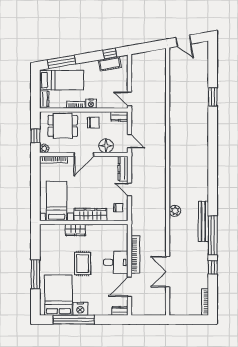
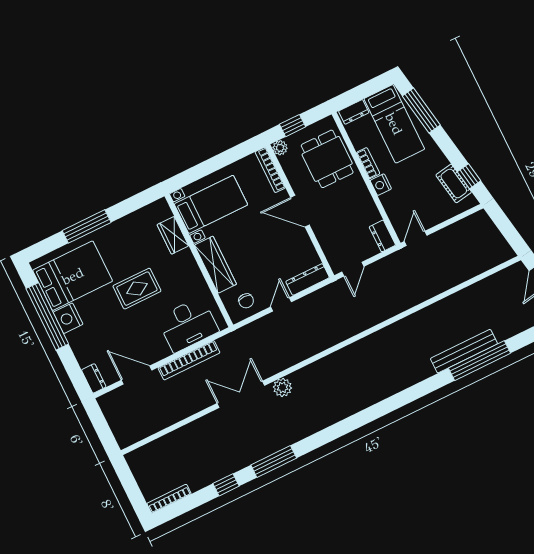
window: (213, 97) -> (479, 361), width x2.11
chair: (93, 123) -> (354, 202), removed
floor lamp: (106, 146) -> (329, 238), removed
bench: (203, 221) -> (464, 351), moved
wardrobe: (75, 230) -> (173, 235), moved
window: (213, 235) -> (274, 461), width x0.68
desk: (116, 262) -> (188, 325), moved, width x1.37
double door: (168, 272) -> (241, 394), moved

